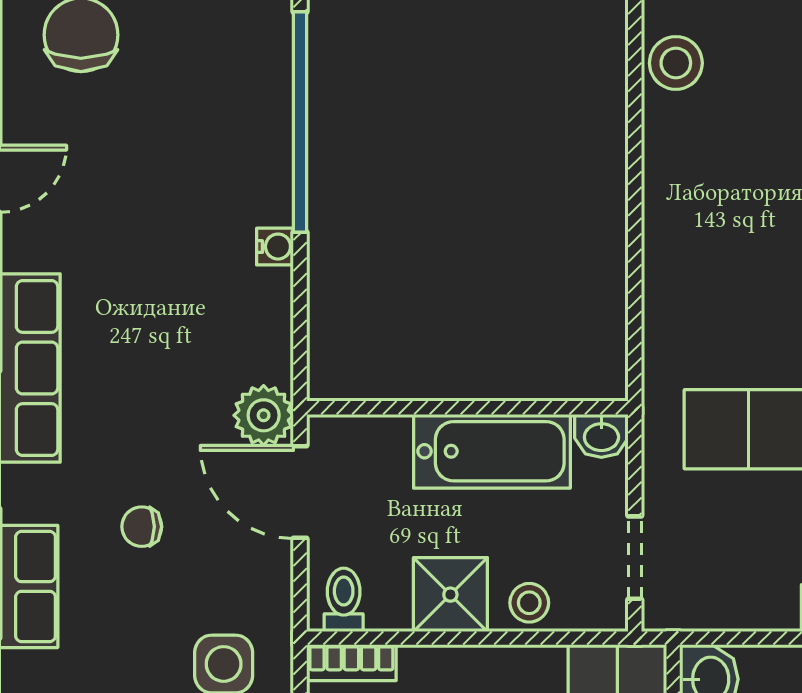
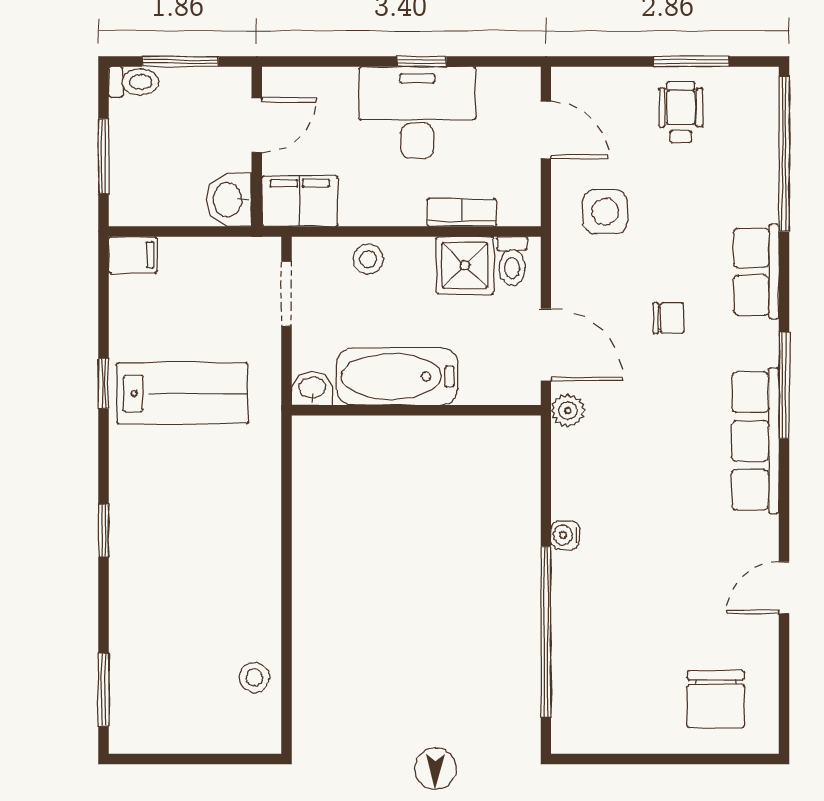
stool: (676, 63) -> (255, 677), width x0.73, depth x0.73
plant: (264, 415) -> (568, 411), width x0.73, depth x0.73
shower: (450, 595) -> (465, 265), moved
bookcase: (351, 663) -> (462, 213), moved

